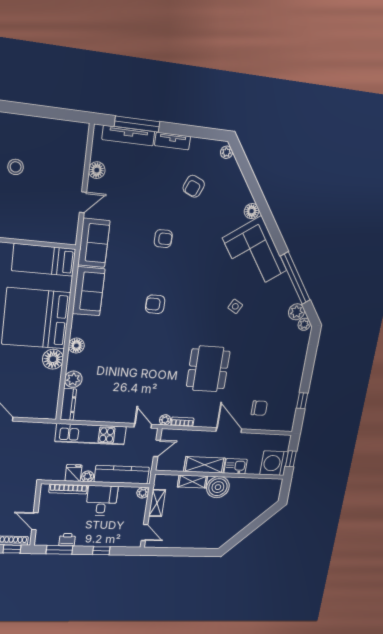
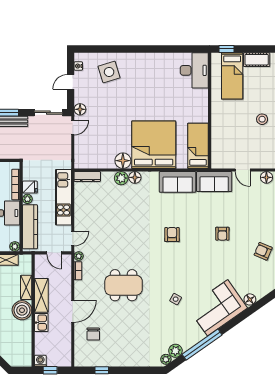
plant: (73, 379) -> (121, 178), moved
washing machine: (274, 463) -> (40, 361), width x0.53, depth x0.53

